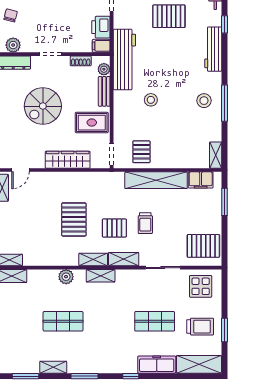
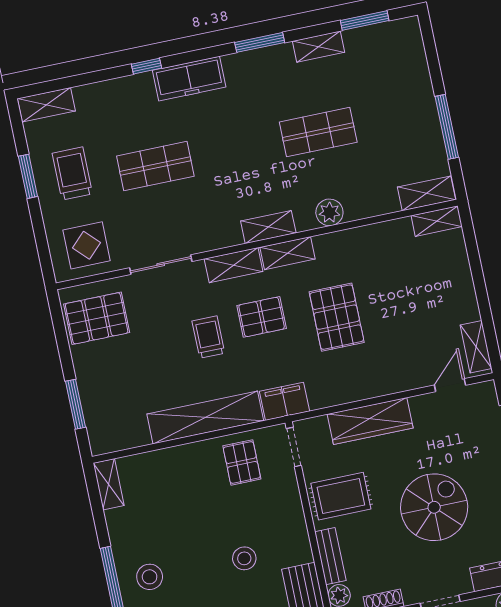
filing cabinet: (201, 180) -> (285, 401), moved
trolley: (200, 327) -> (72, 173), turned 90
shelving: (199, 364) -> (46, 105), width x0.67, depth x0.75
freezer: (157, 365) -> (189, 79), moved
window: (131, 376) -> (146, 66), moved

